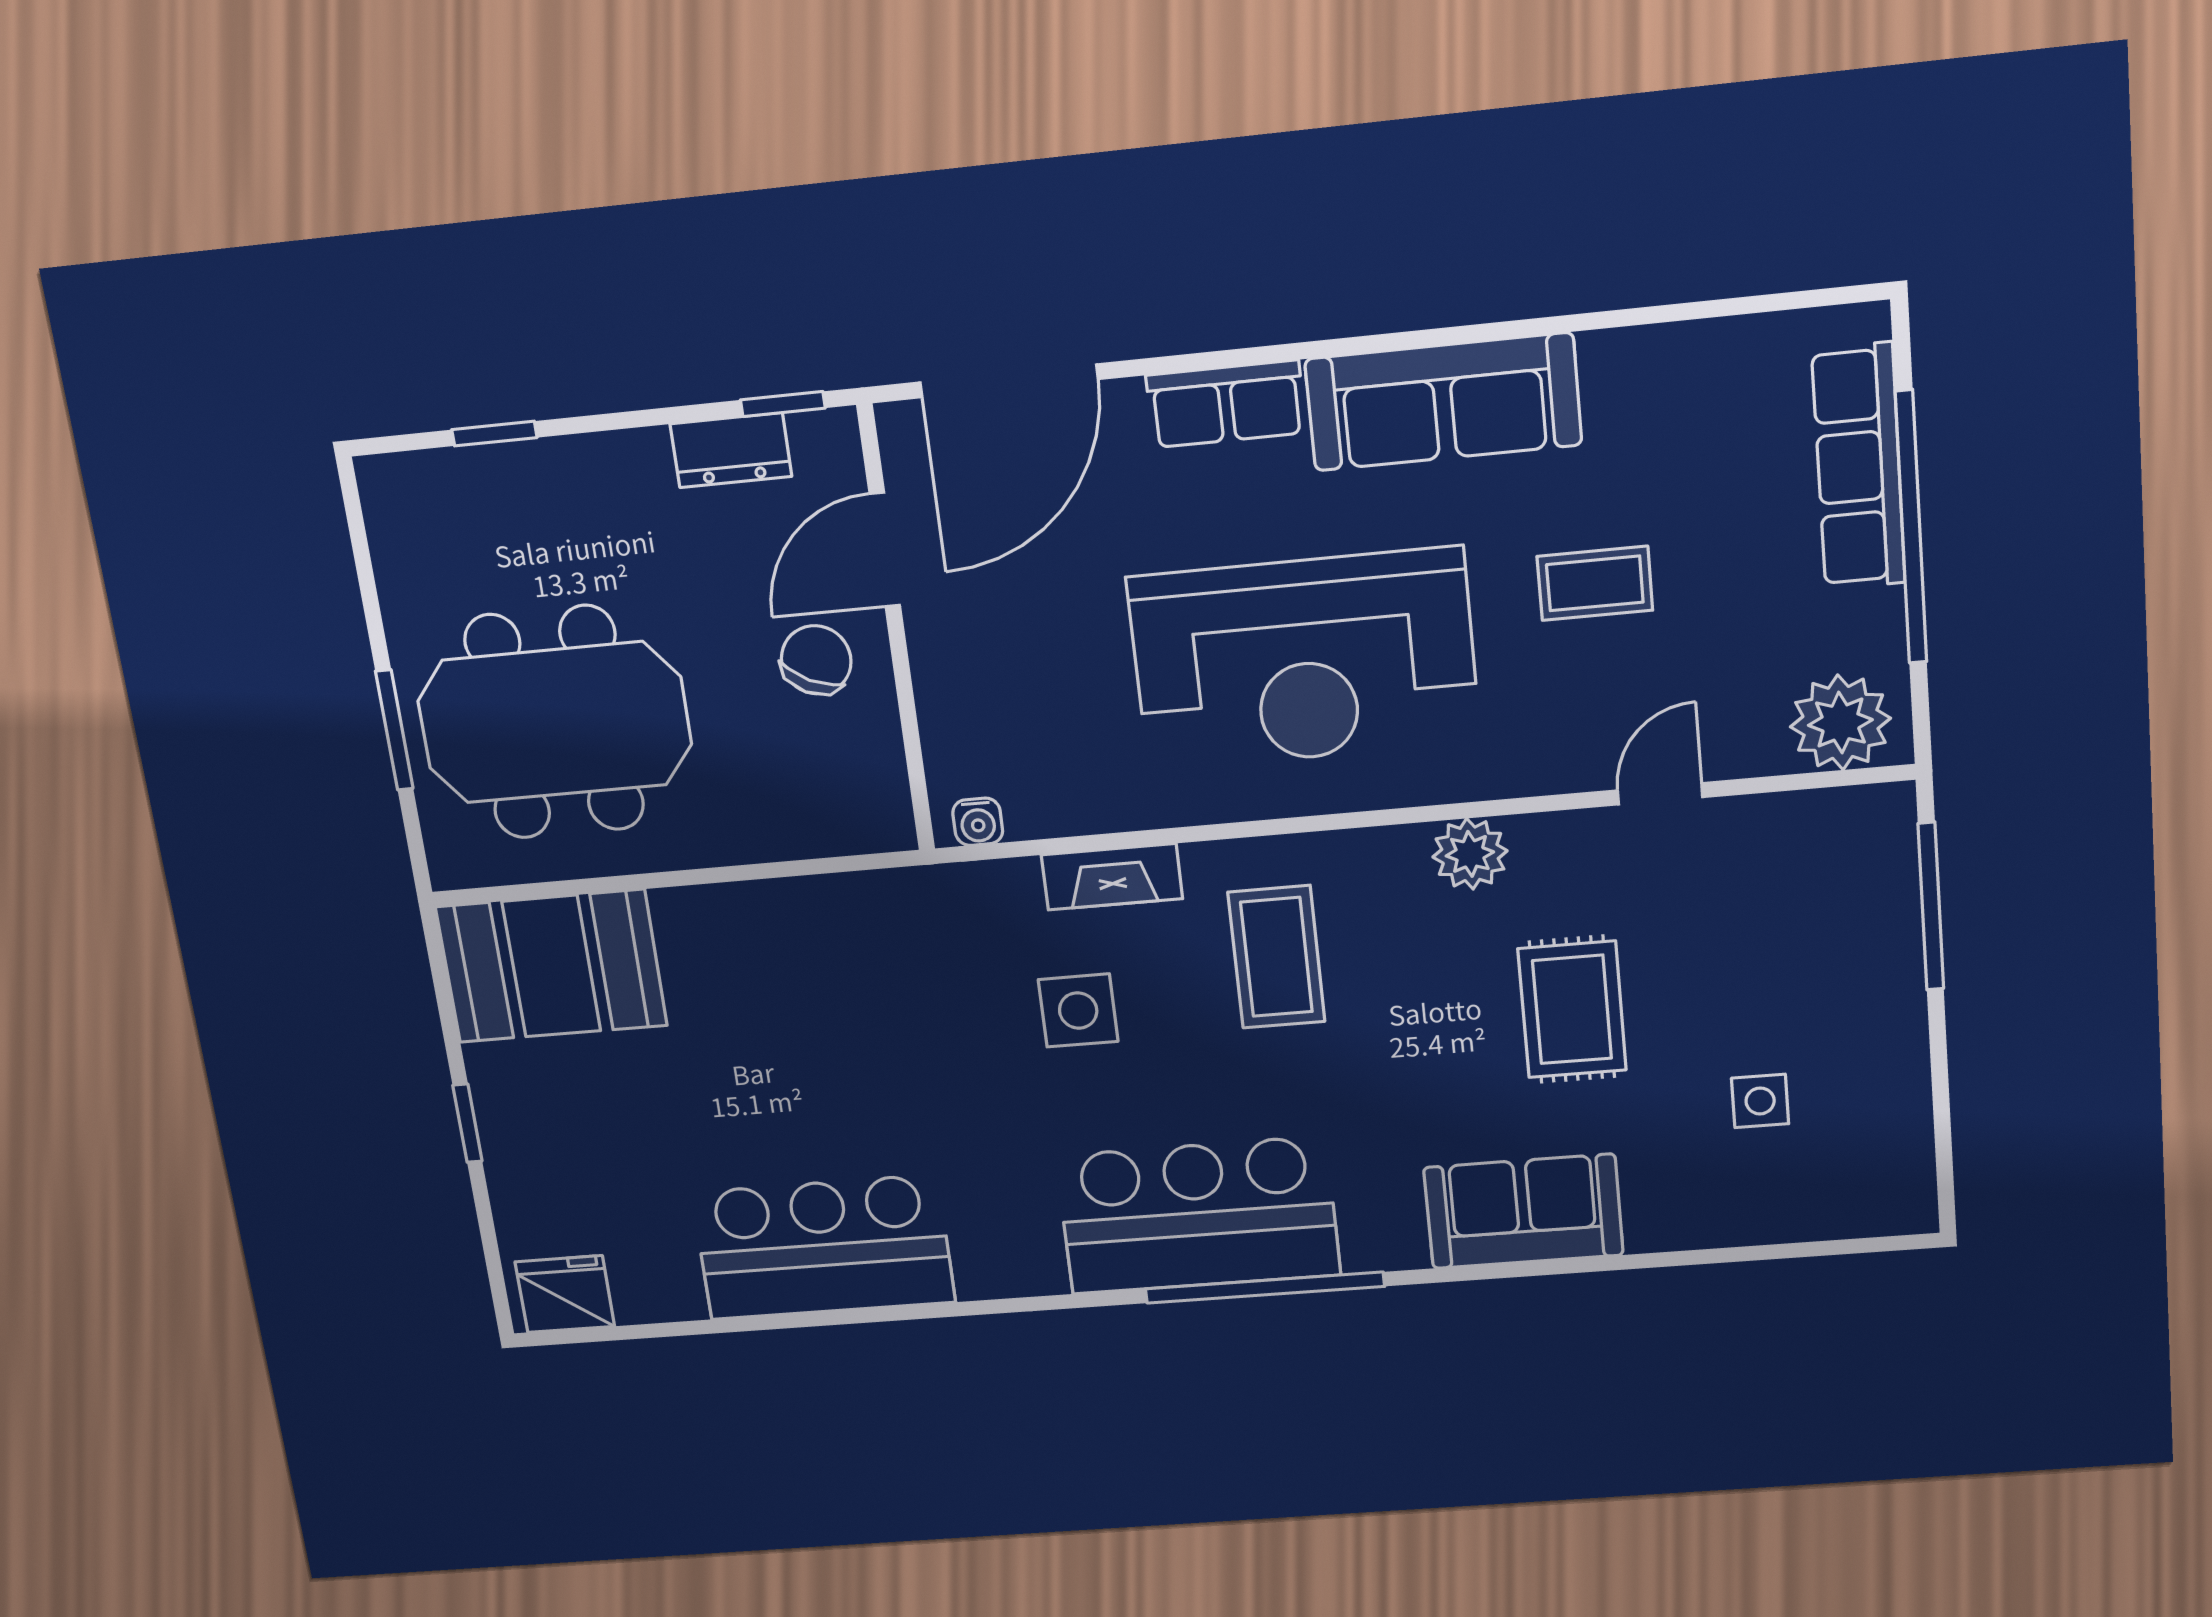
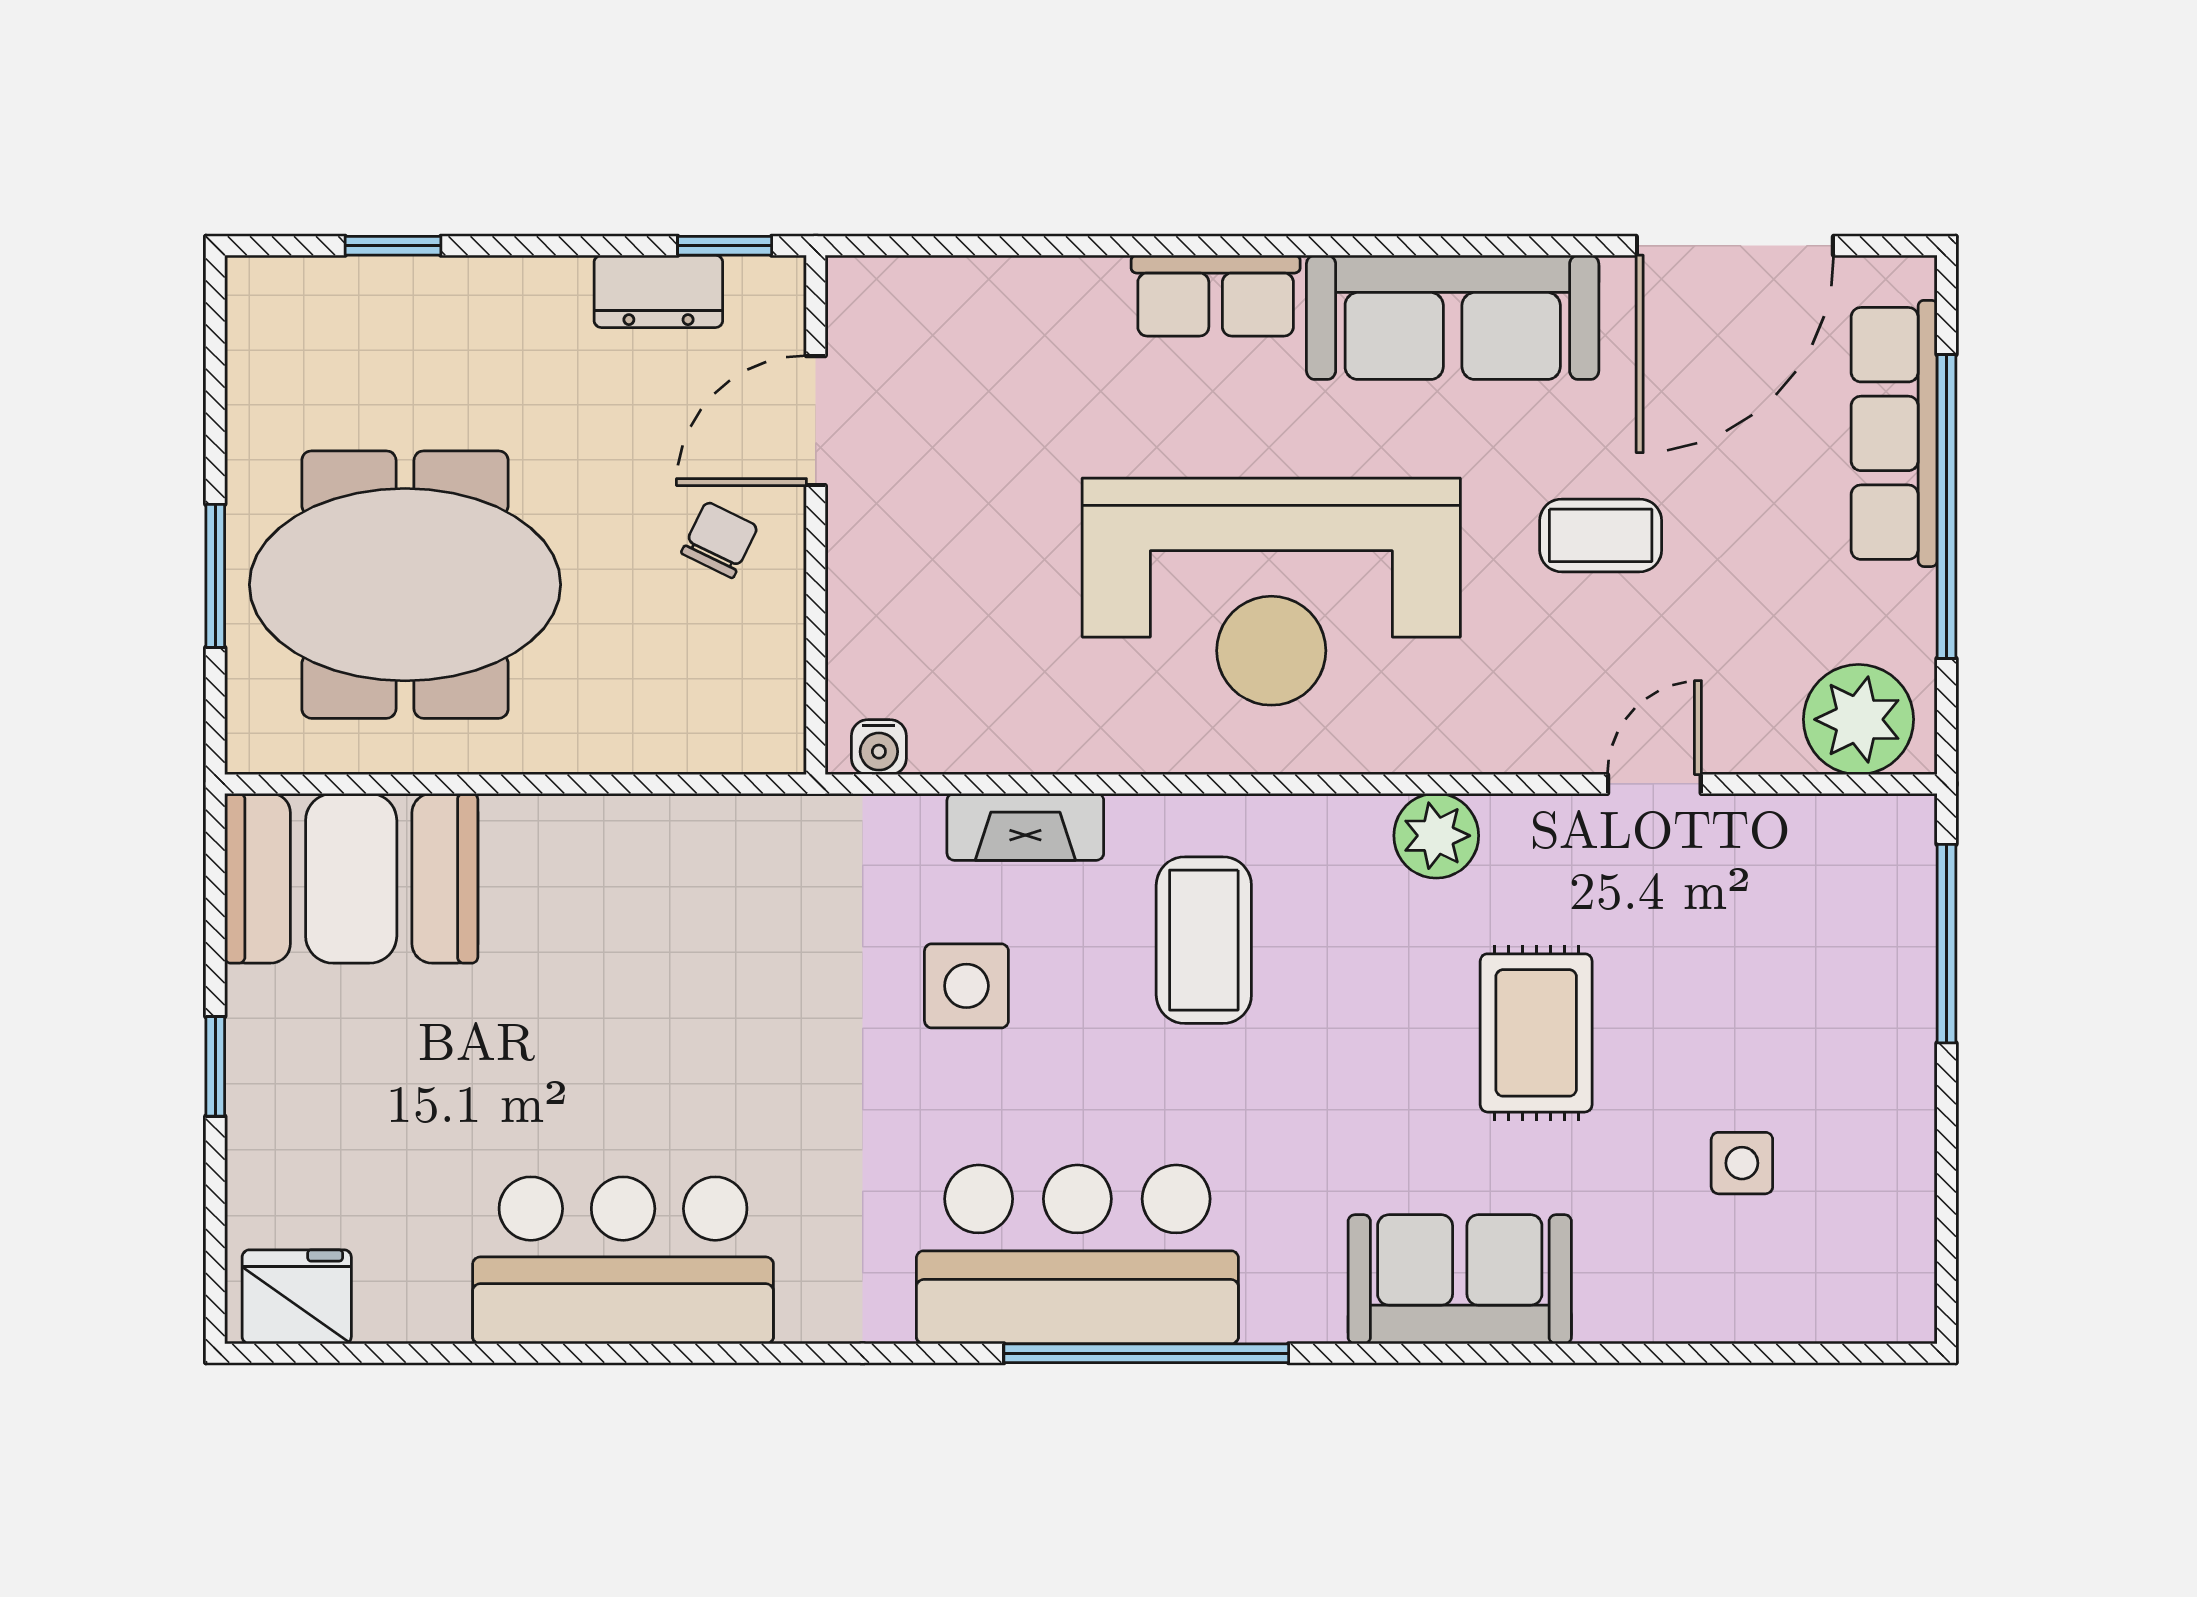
door: (1009, 381) -> (1735, 246), moved
chair: (816, 660) -> (720, 540), width x0.73, depth x0.73

